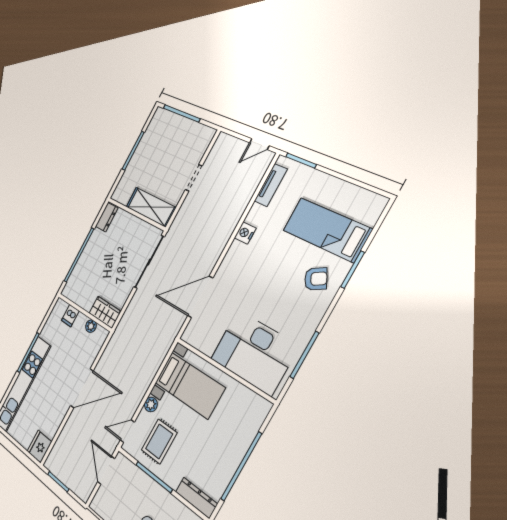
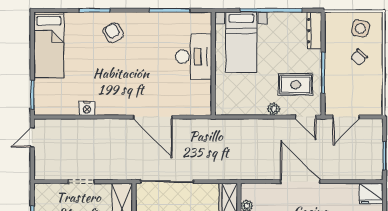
door: (259, 144) -> (32, 138), swing flipped
tv unit: (271, 185) -> (60, 109), removed
bed: (327, 230) -> (49, 45), moved
nightstand: (245, 233) -> (87, 108), moved
door: (200, 297) -> (153, 117), moved
desk: (254, 352) -> (194, 57), width x0.73, depth x0.77
bed with nightstands: (190, 385) -> (241, 42), moved, turned 180

